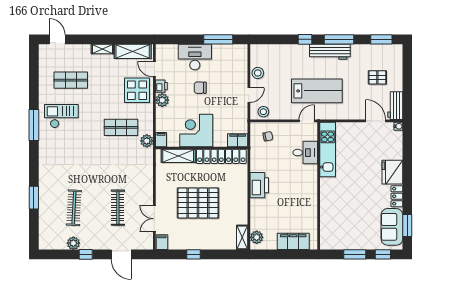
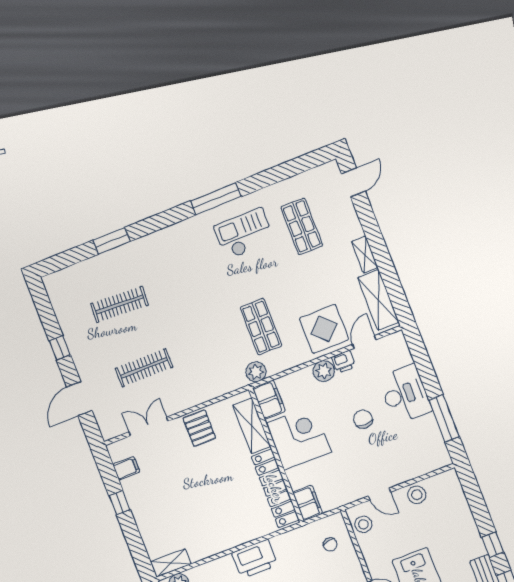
checkout: (61, 116) -> (244, 234), turned -90
filing cabinet: (161, 140) -> (269, 400), width x2.00
pallet: (198, 203) -> (199, 428), moved, width x0.49, depth x0.50
filing cabinet: (162, 242) -> (126, 468), moved
plant: (73, 243) -> (69, 324), removed

